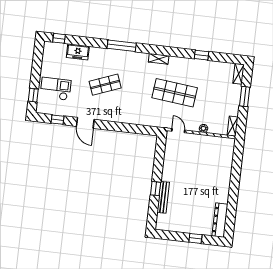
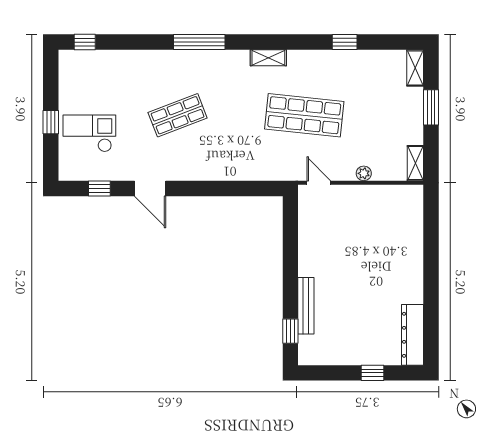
freezer: (78, 52) -> (122, 62), removed
window: (33, 95) -> (51, 122), moved
window: (156, 189) -> (290, 331), moved

